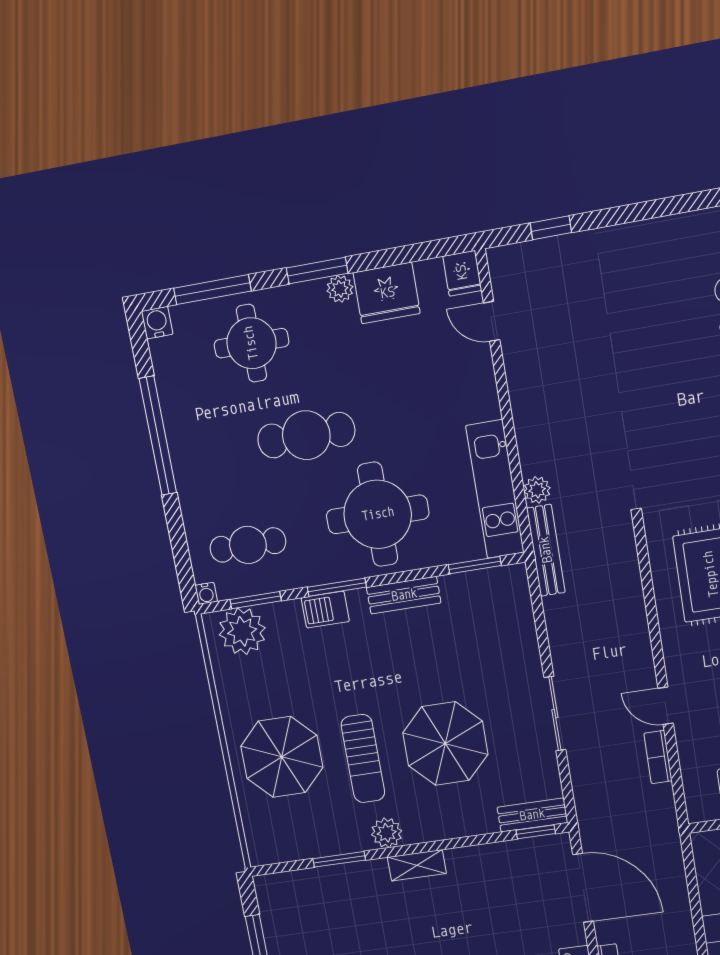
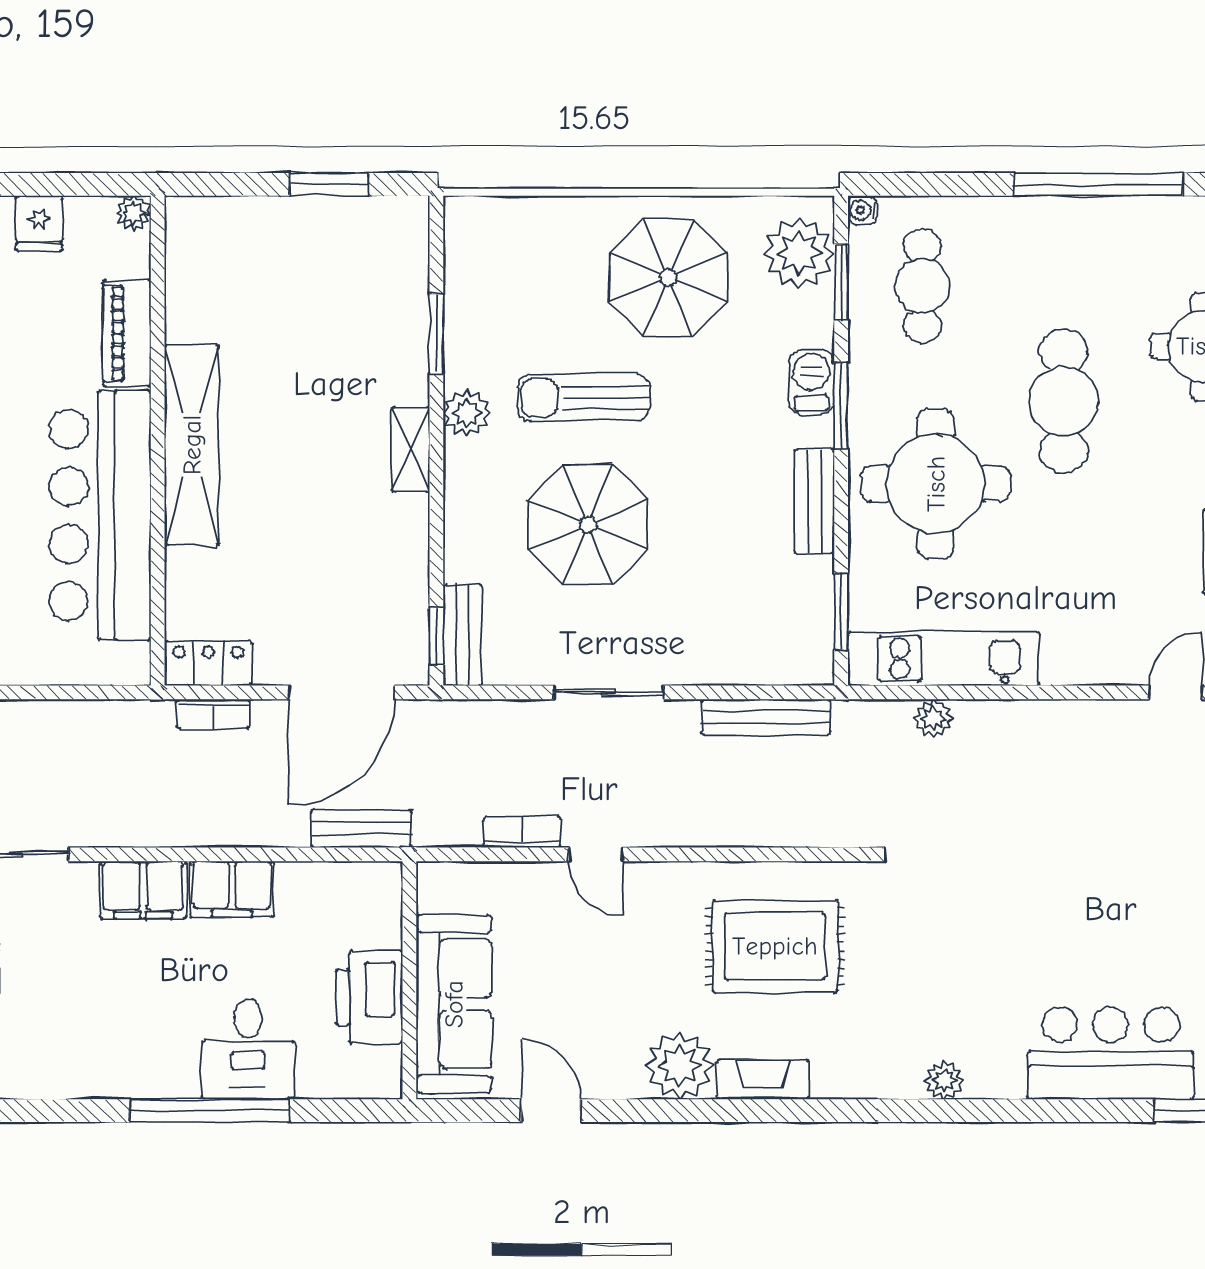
bench: (546, 550) -> (766, 717), moved
door: (666, 706) -> (596, 854), swing flipped
parasol: (282, 757) -> (668, 278), moved
bench: (671, 863) -> (361, 829), added

